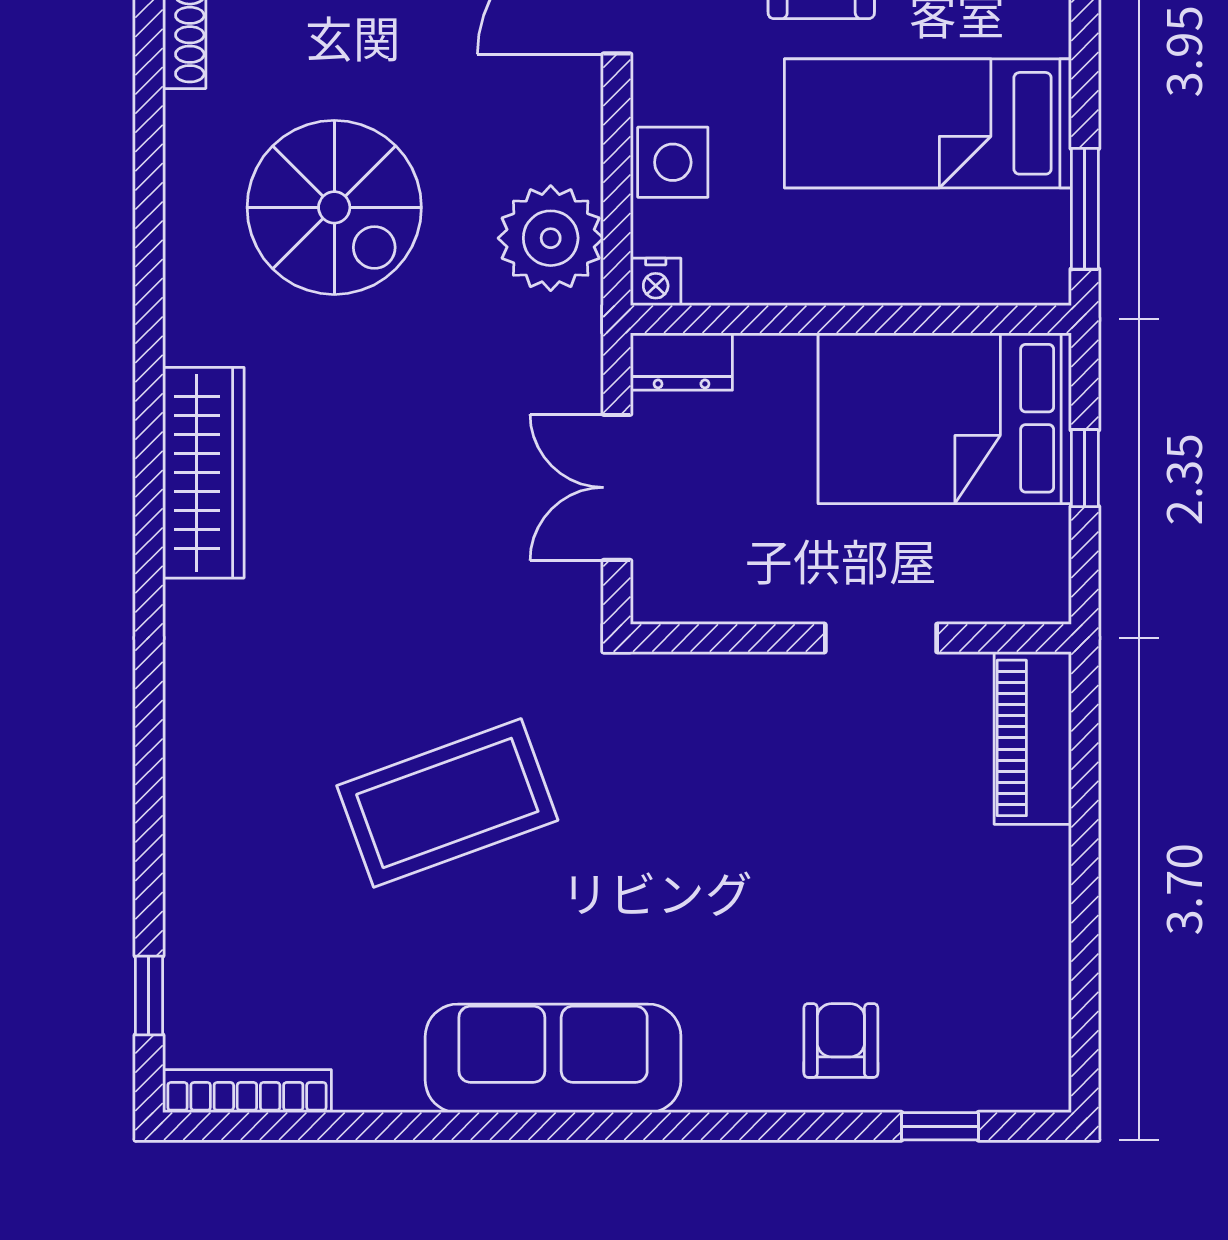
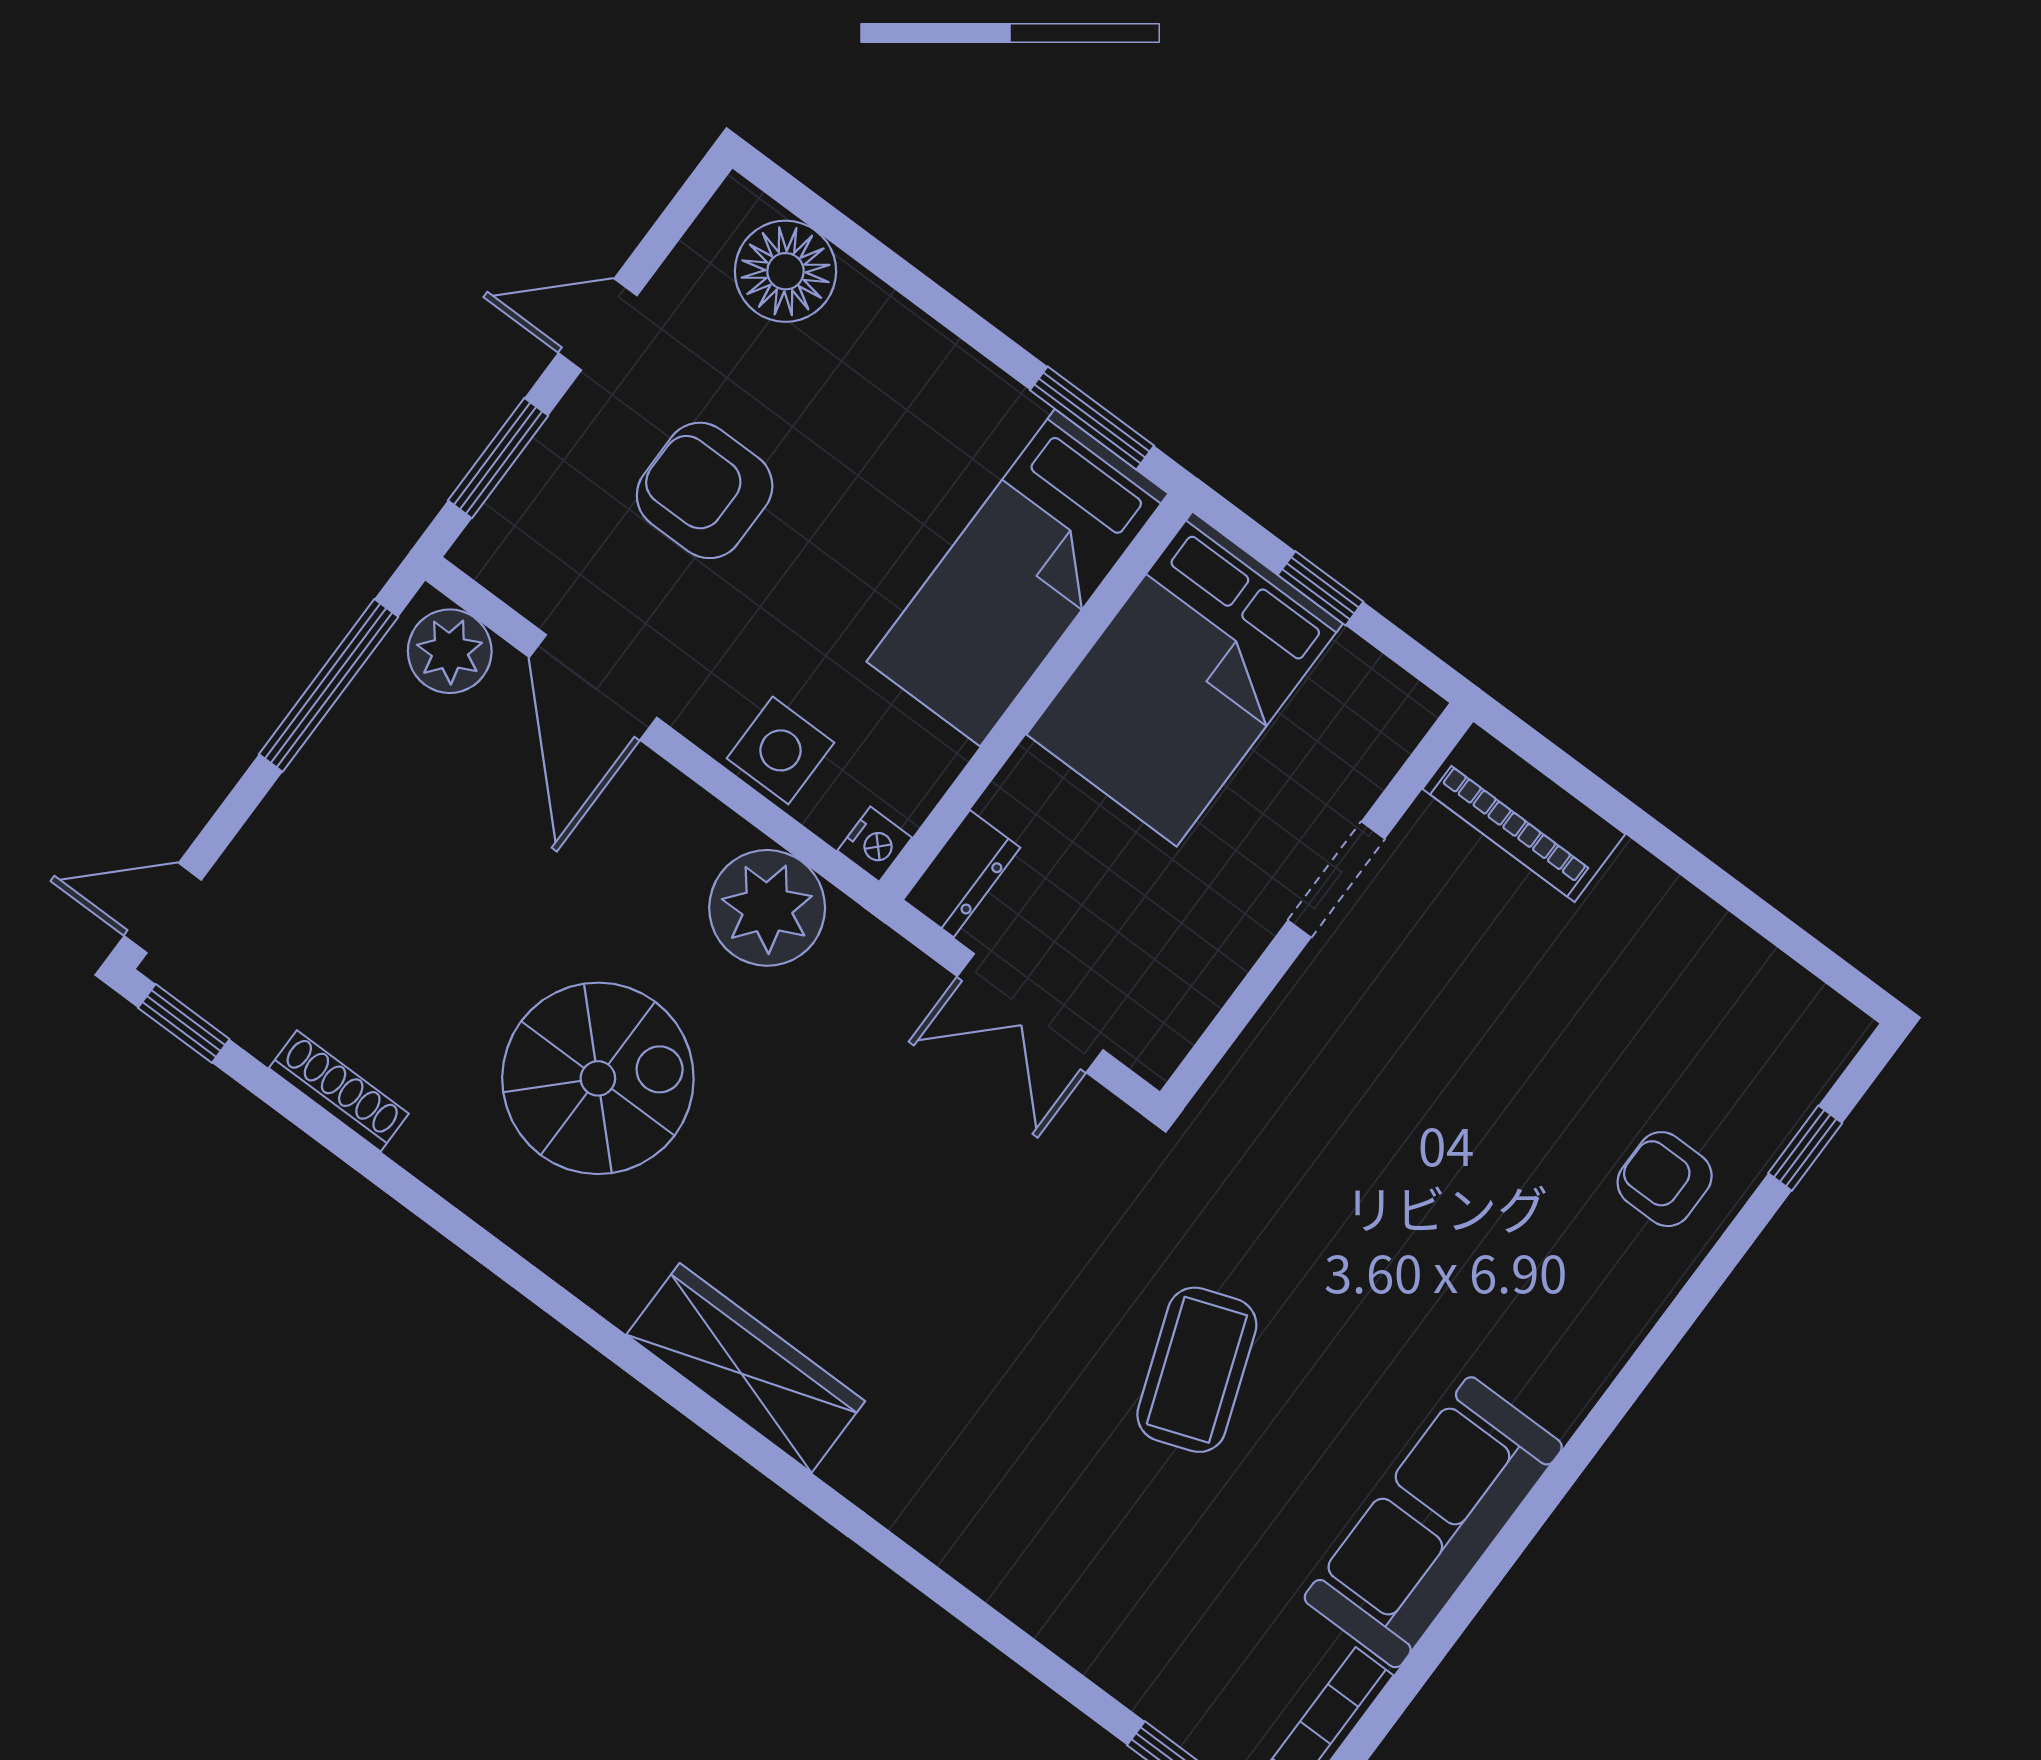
bed: (928, 123) -> (1017, 578), moved
coffee table: (447, 803) -> (1197, 1370), width x0.73, depth x0.76
sofa: (553, 1058) -> (1433, 1522), moved

